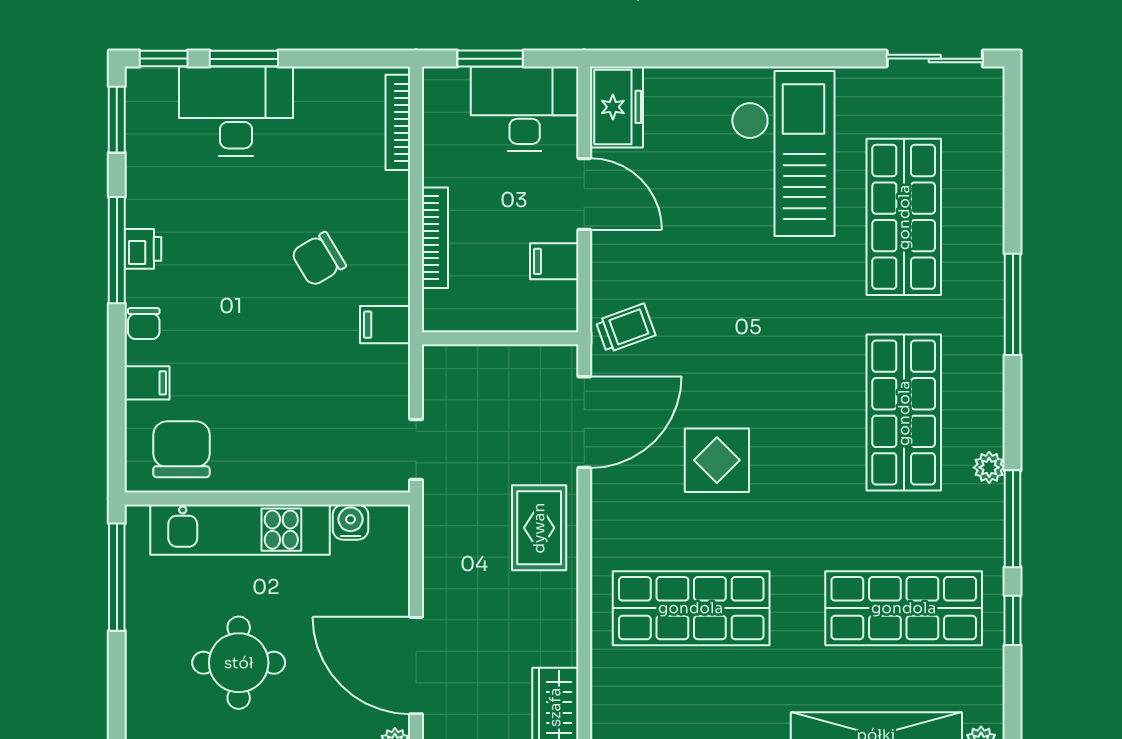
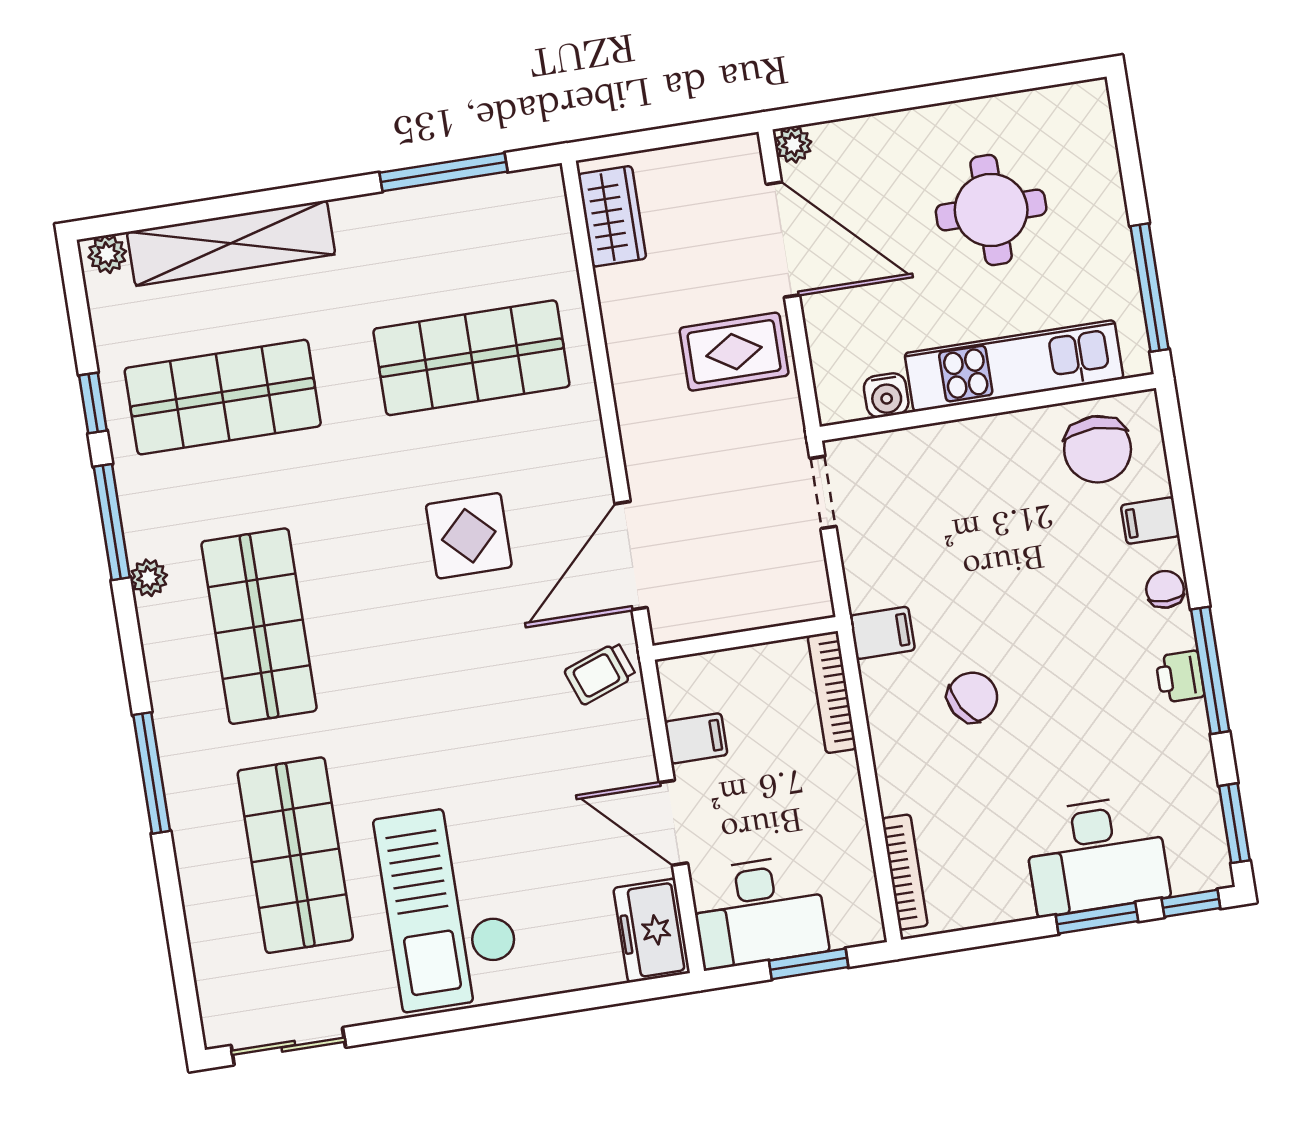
bookcase: (435, 238) -> (832, 692), moved
rug: (539, 528) -> (734, 352), moved, turned 90

